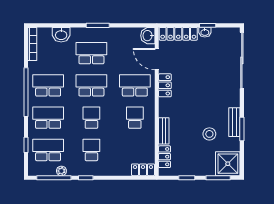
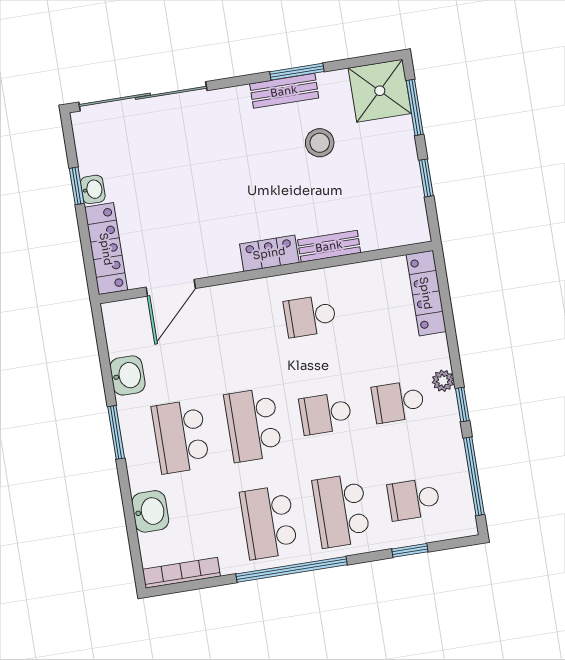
washbasin: (148, 36) -> (128, 375), moved, turned -90
school desk: (135, 85) -> (238, 328), removed
locker: (165, 85) -> (269, 253), moved
school desk: (48, 150) -> (414, 499), width x0.54
locker: (165, 157) -> (387, 235), removed
locker: (143, 170) -> (426, 293), width x1.53
plant: (61, 171) -> (443, 381), moved

